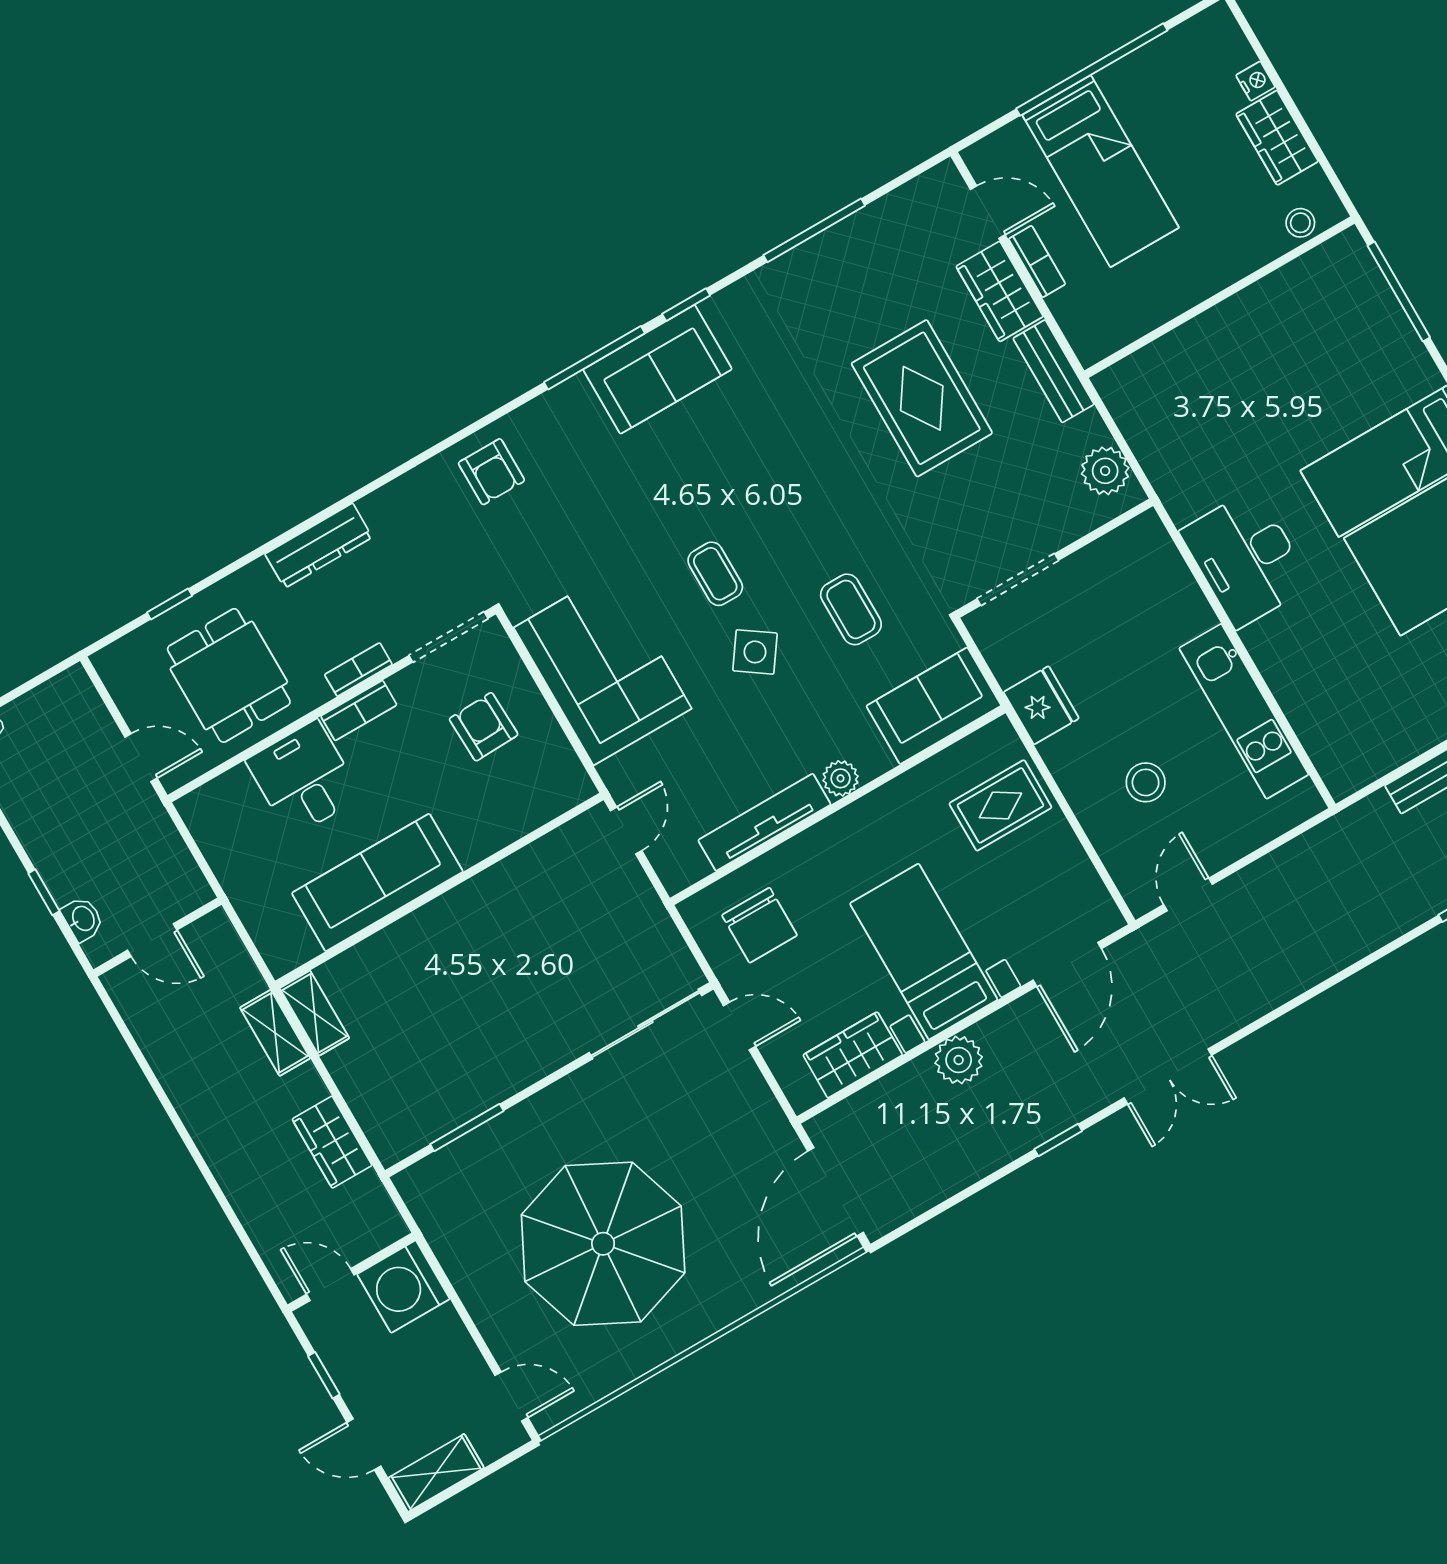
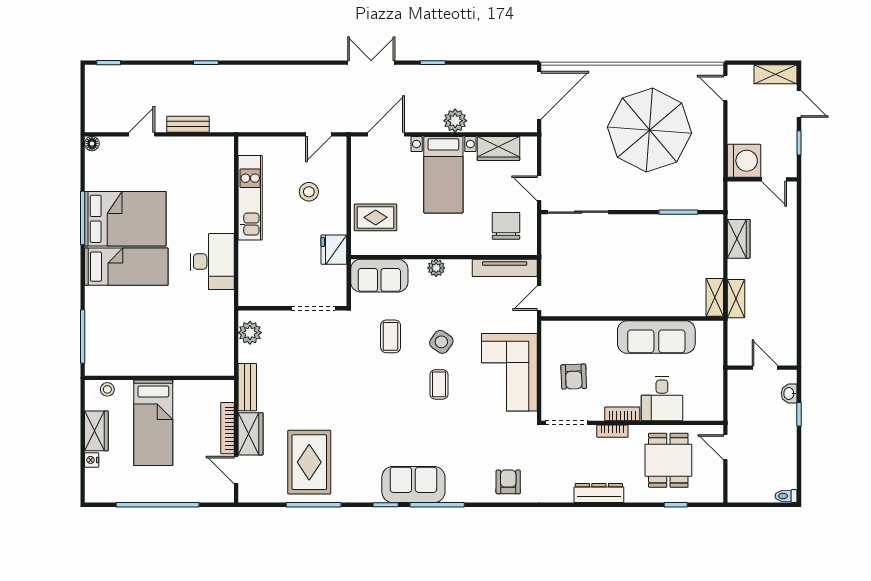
bed: (1101, 171) -> (153, 423), moved, turned 180
bookcase: (1037, 261) -> (228, 428), width x1.56
rug: (922, 398) -> (309, 462), moved
tv unit: (764, 822) -> (505, 268), moved

